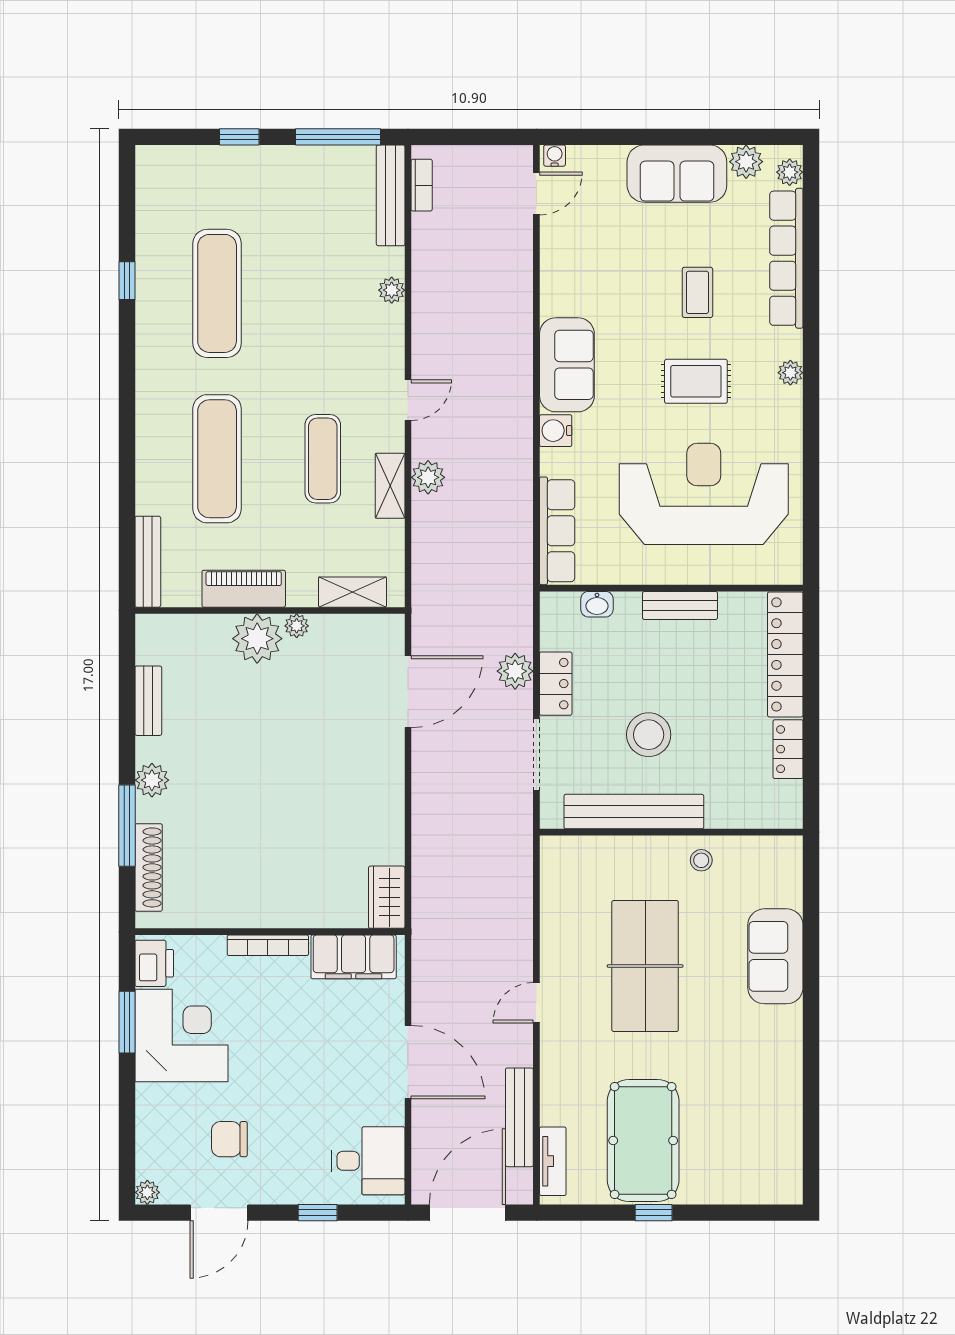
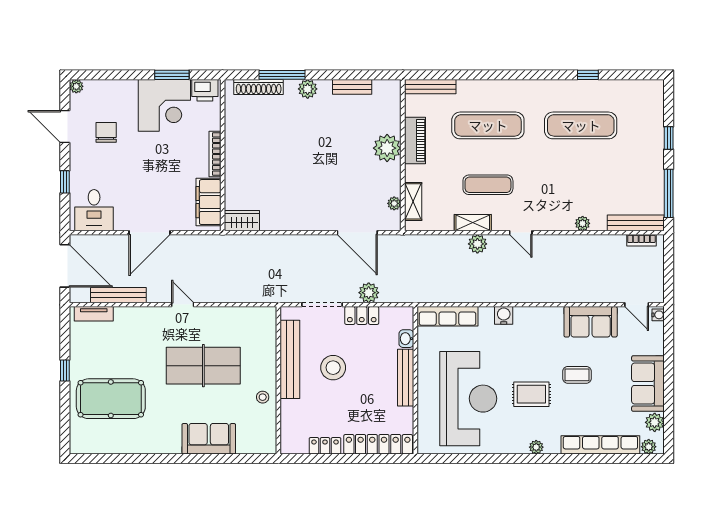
coffee table: (697, 292) -> (577, 375), moved
sofa: (567, 365) -> (591, 322), moved
rug: (696, 381) -> (531, 394), turned 90
bench: (680, 605) -> (406, 378), width x1.36
plant: (297, 626) -> (394, 203), moved
pool table: (643, 1140) -> (111, 399), moved

